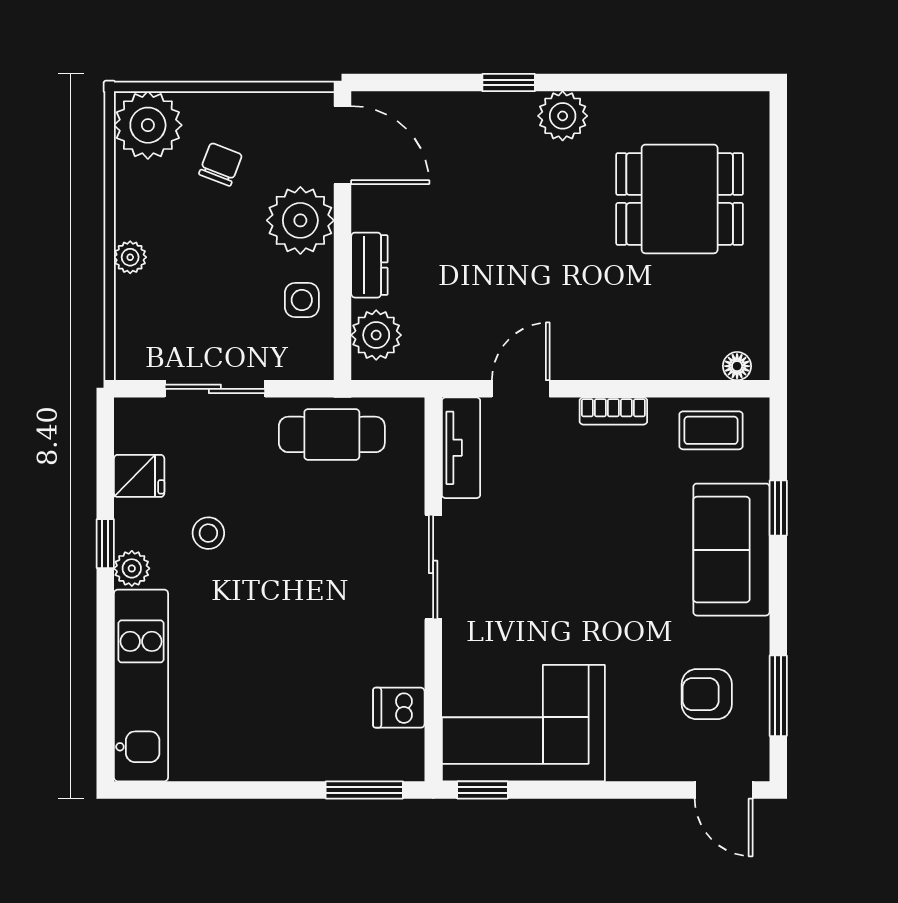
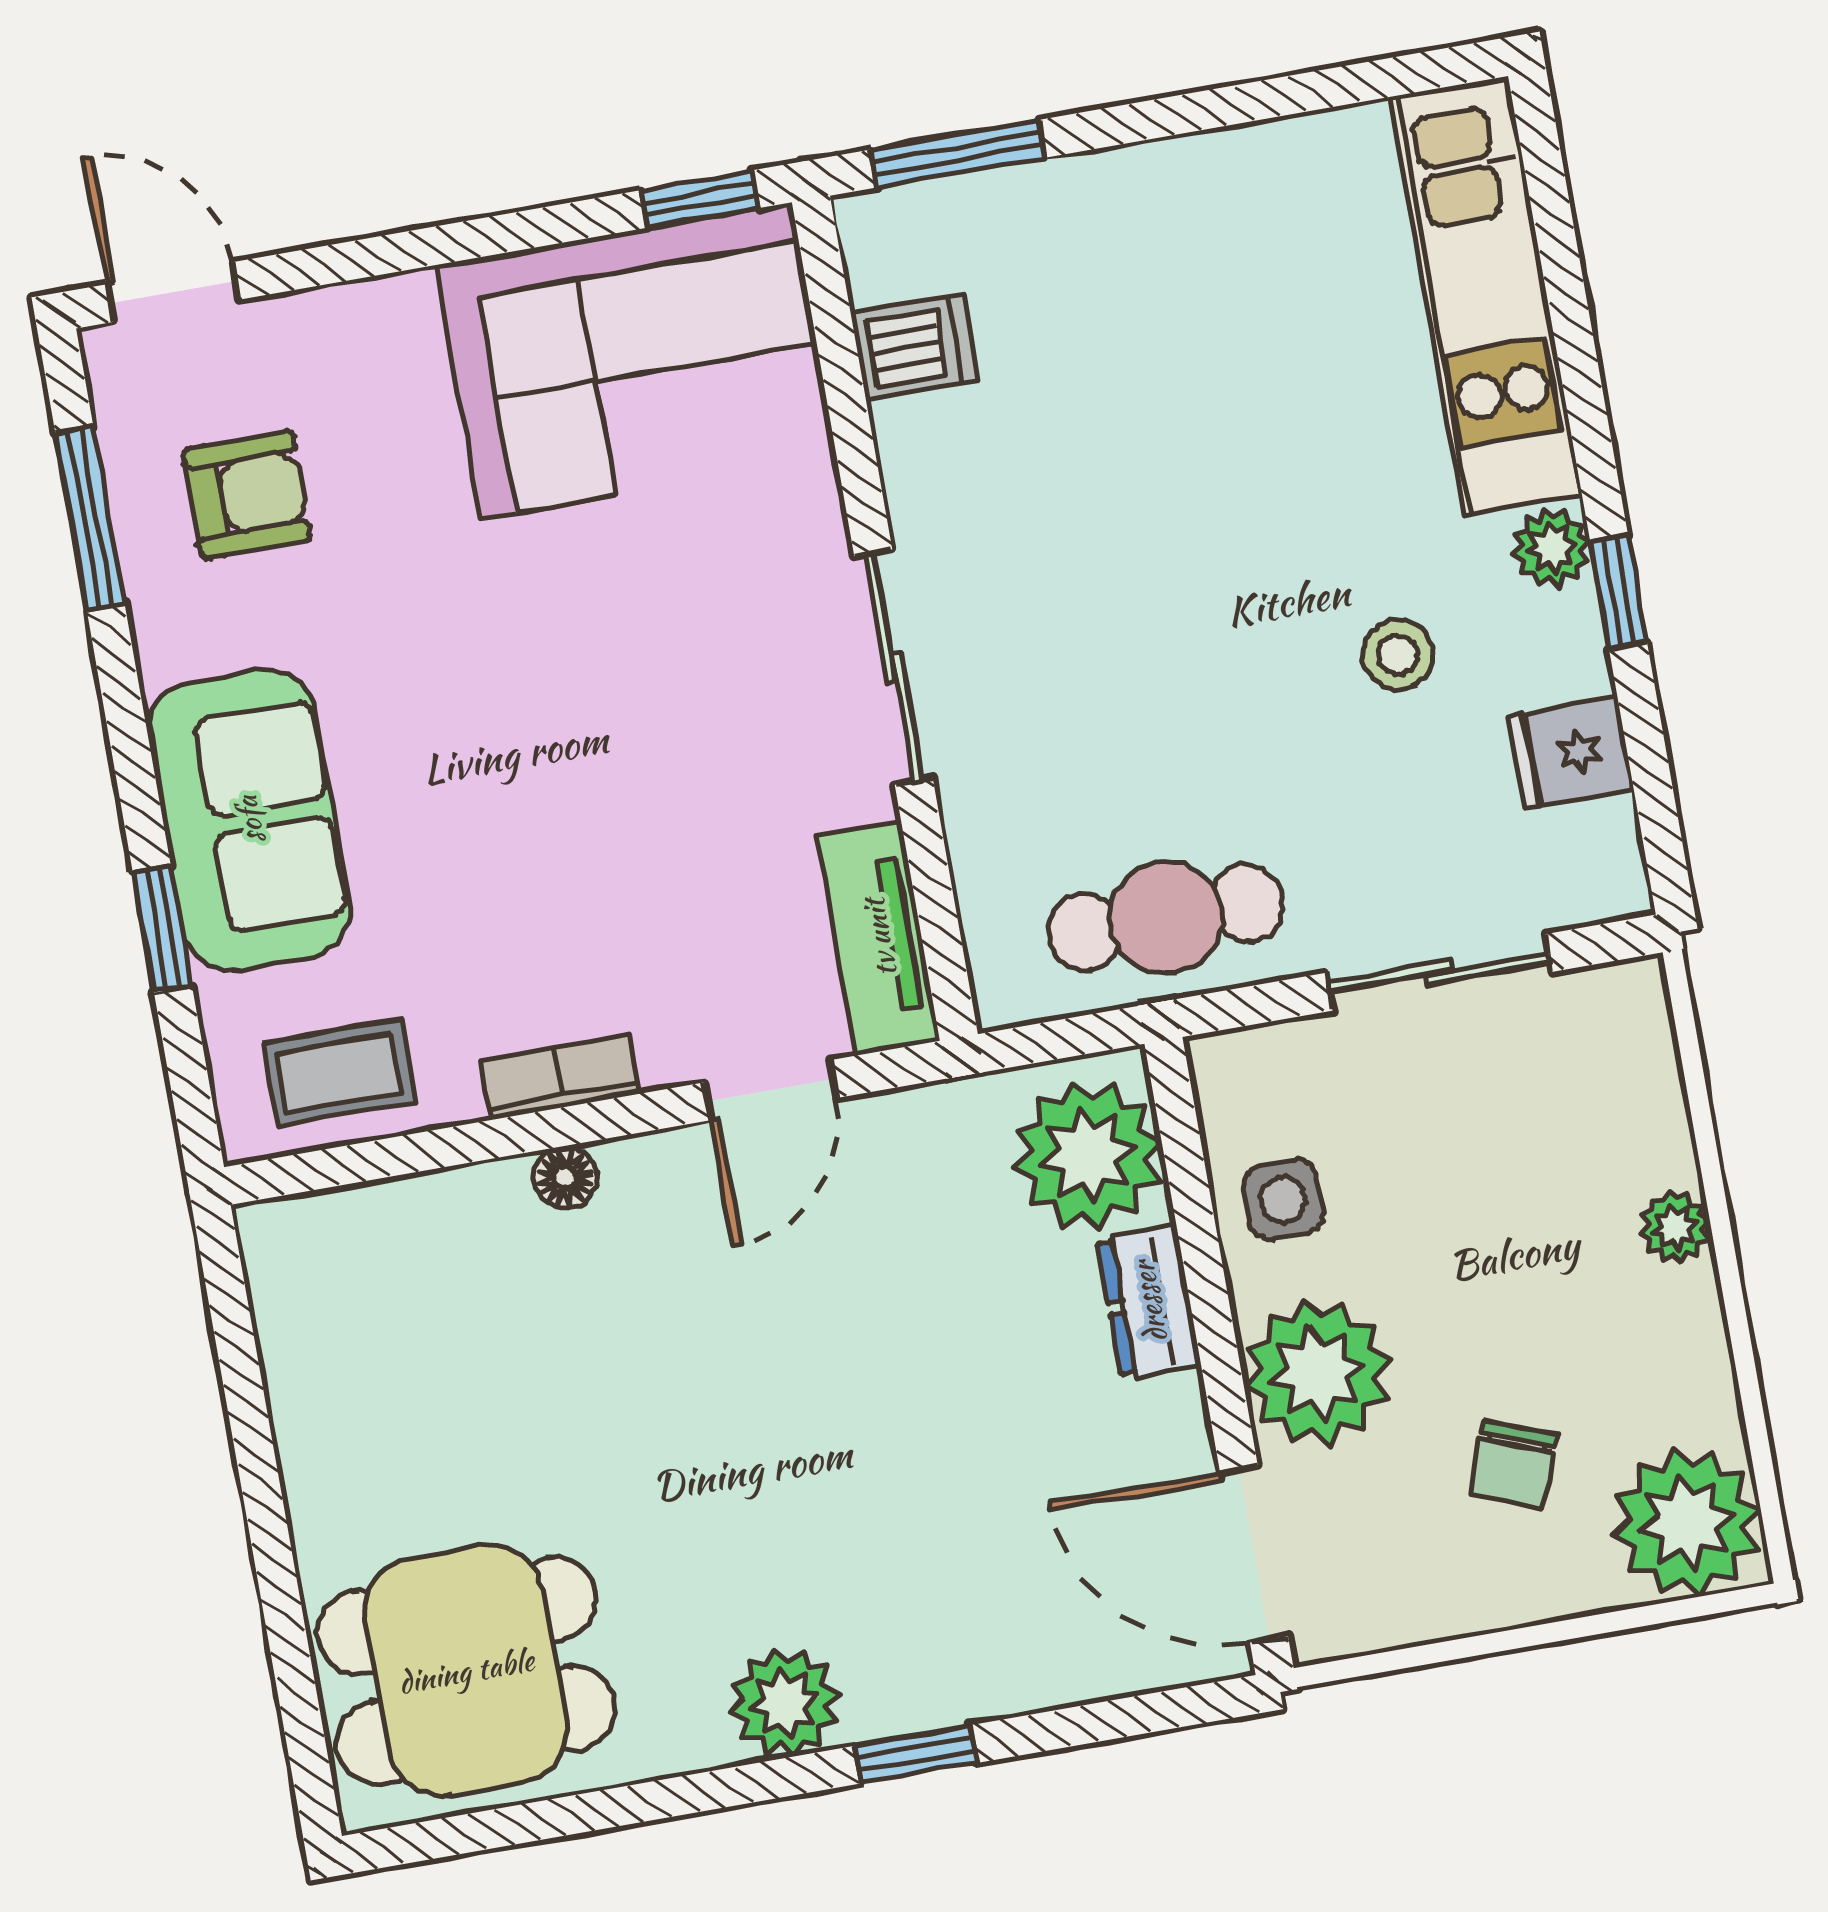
dining table: (680, 199) -> (466, 1671), moved
plant: (376, 335) -> (1088, 1155), width x1.36, depth x1.36
floor lamp: (737, 366) -> (565, 1178), moved

